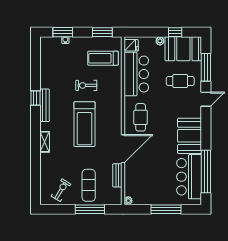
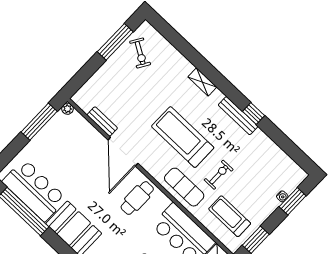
treadmill: (103, 58) -> (230, 216), turned -90
cafe table: (141, 117) -> (137, 198), turned 90
exercise mat: (89, 185) -> (184, 187), moved
window: (90, 209) -> (115, 42), moved
window: (166, 209) -> (39, 122), moved

